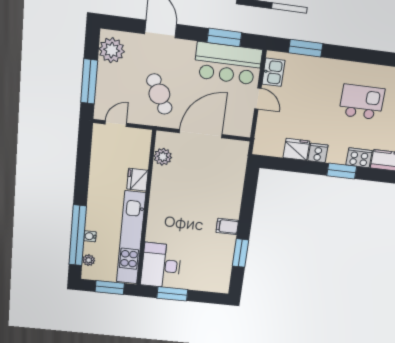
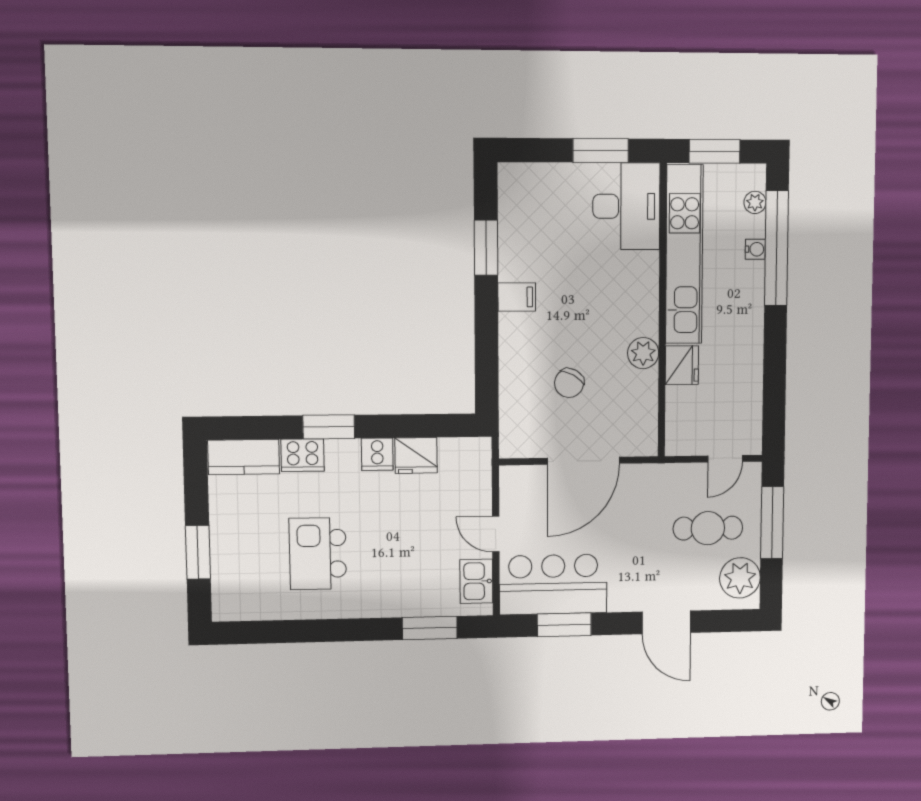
cafe table: (159, 94) -> (708, 528), moved, turned -63
kitchen island: (362, 102) -> (318, 554), turned 90
plant: (163, 157) -> (643, 353), moved
chair: (204, 178) -> (569, 383), added

